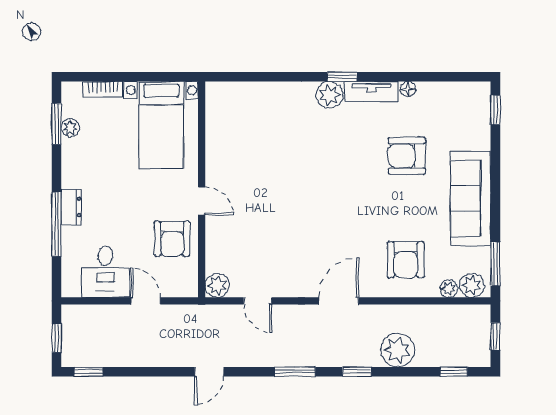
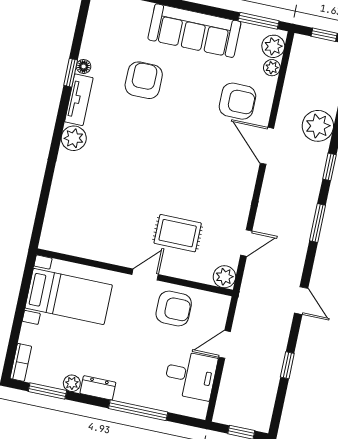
window: (342, 77) -> (71, 73), moved
bookcase: (103, 89) -> (21, 362), moved
plant: (70, 128) -> (72, 383), moved
armchair: (407, 156) -> (144, 80), turned 180
dresser: (71, 207) -> (98, 388), moved
rug: (253, 226) -> (178, 233), added
door: (339, 301) -> (267, 146), moved
window: (89, 372) -> (287, 365), moved

